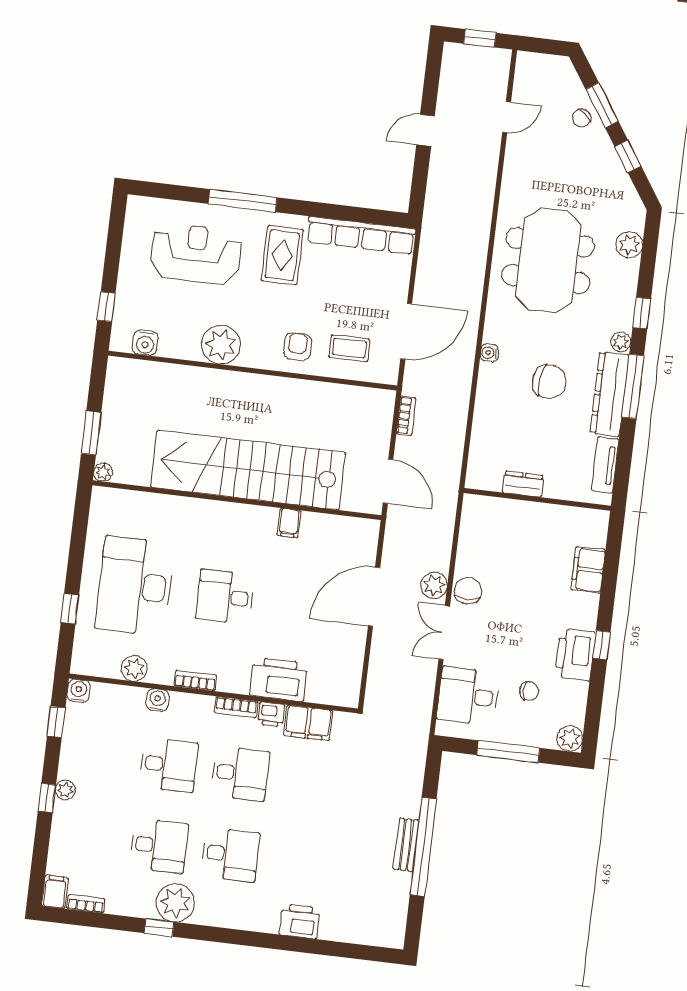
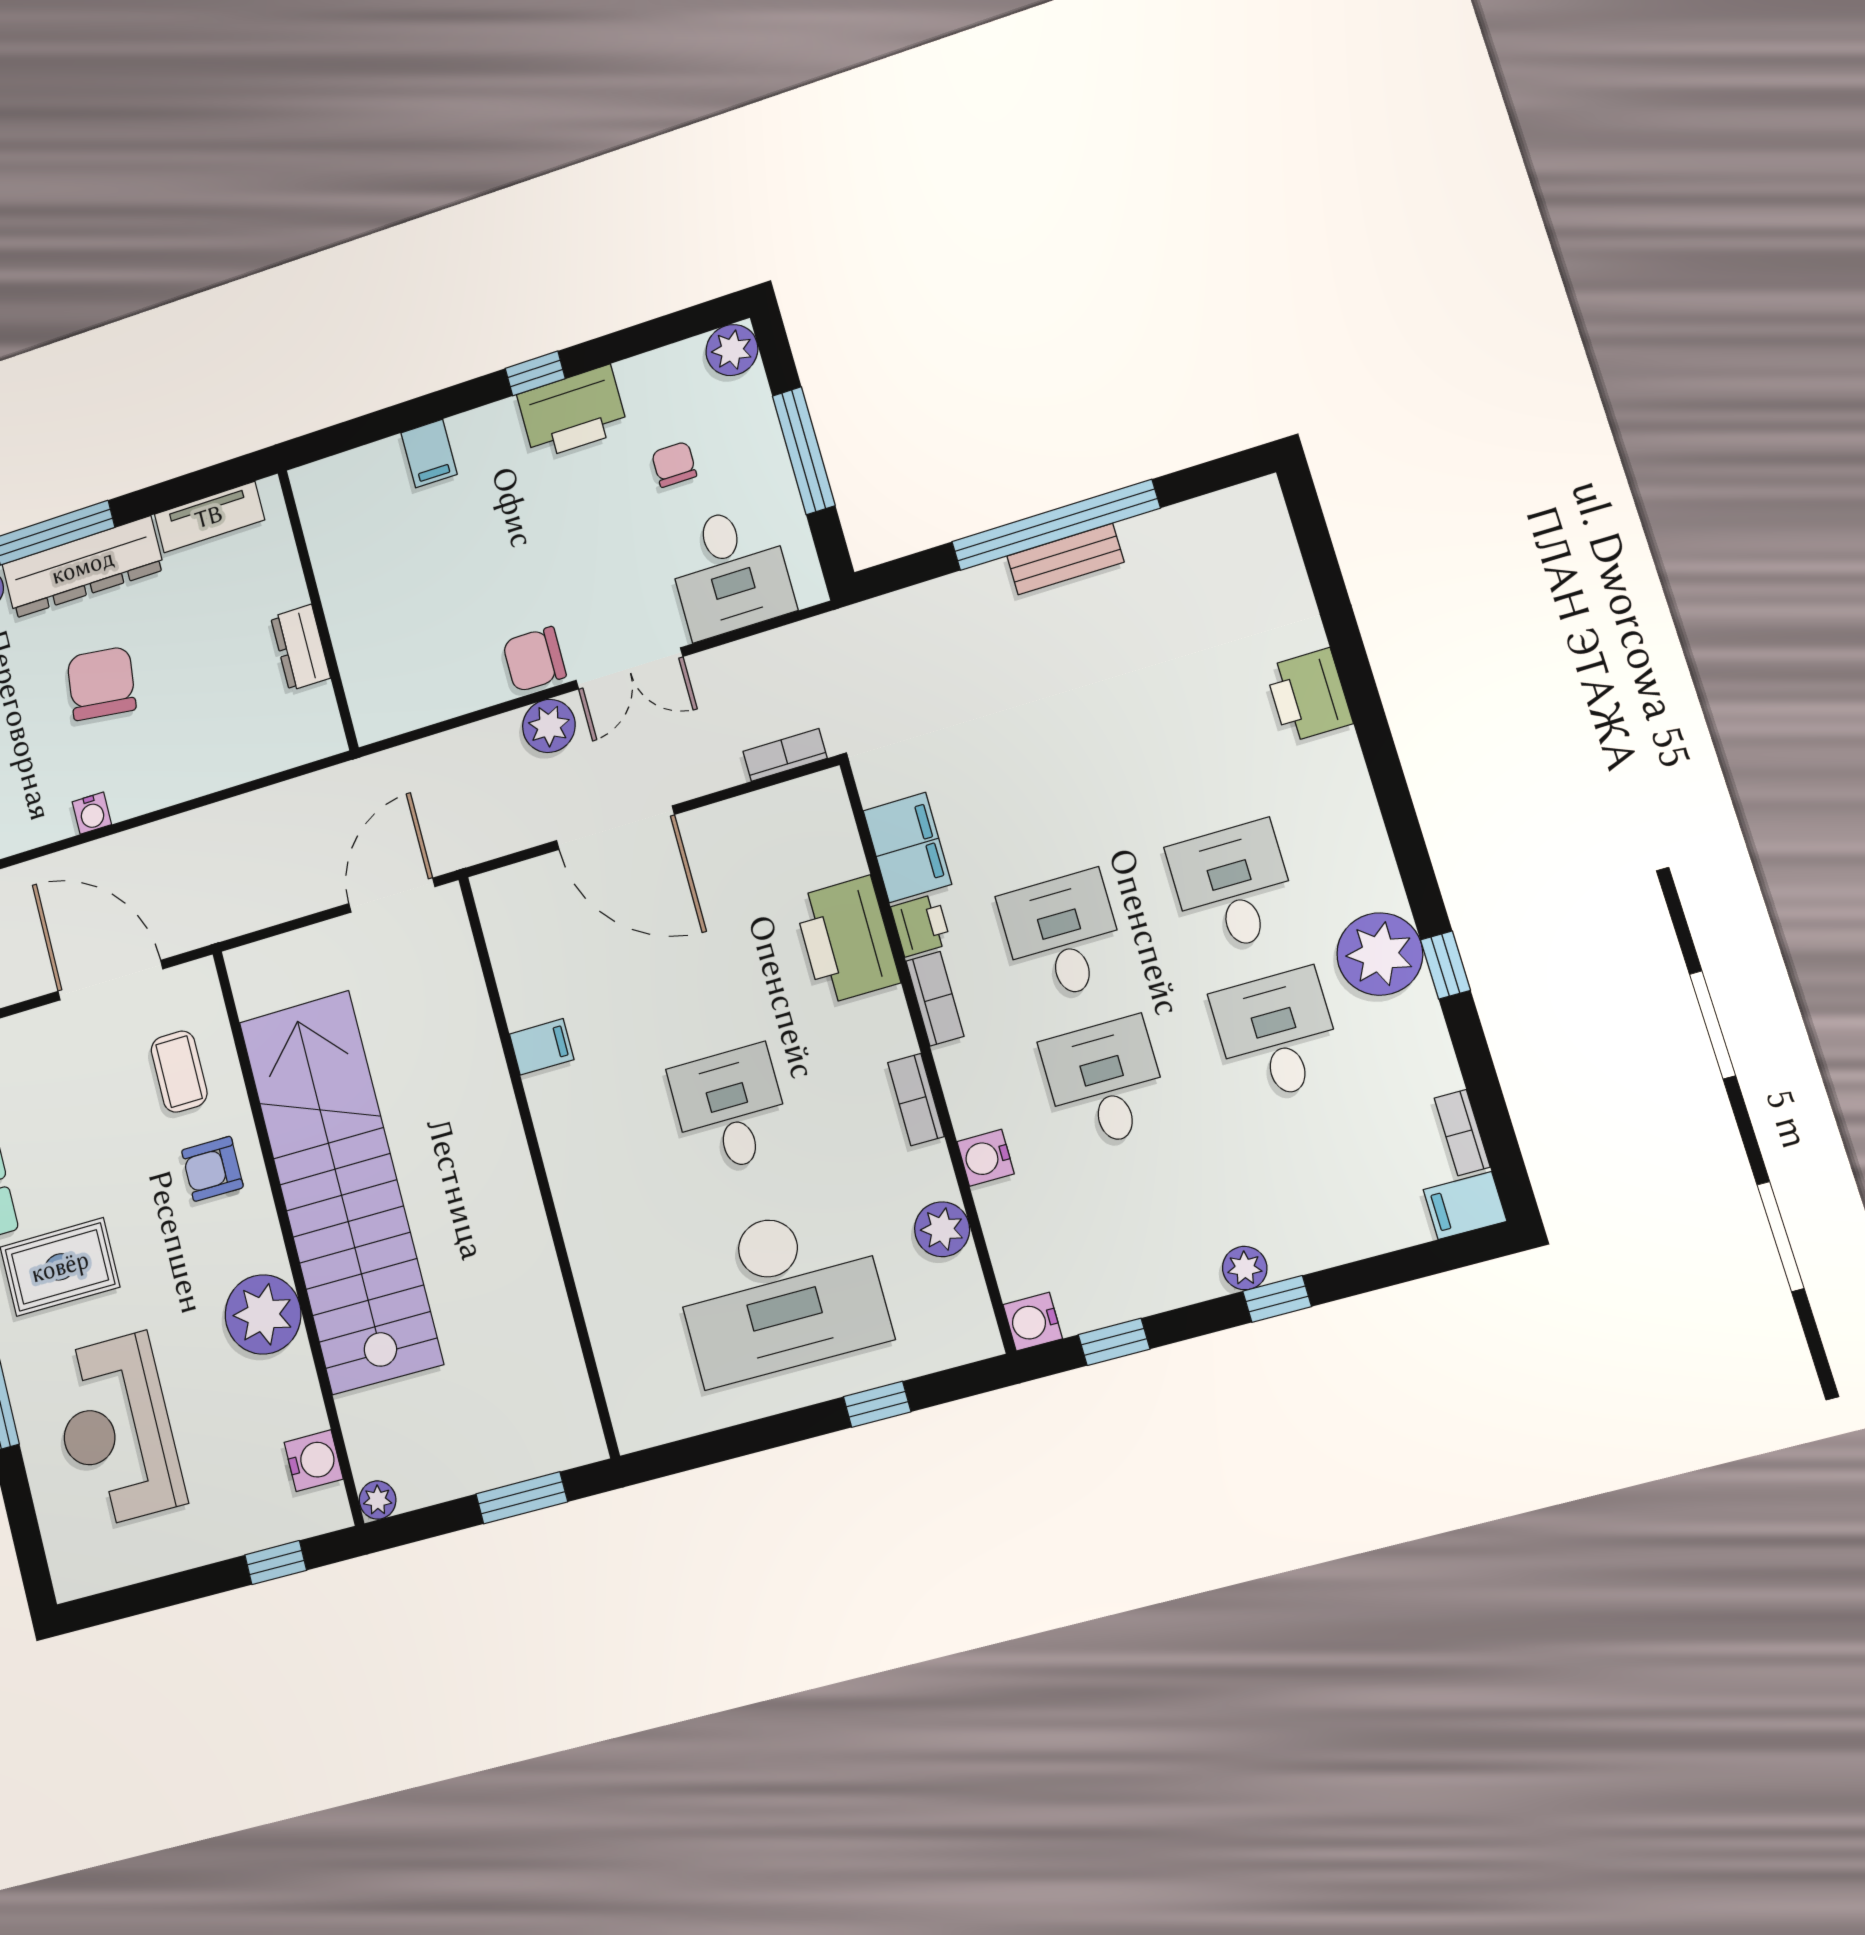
bookcase: (406, 416) -> (785, 755), moved
stairs: (248, 470) -> (341, 1192), moved, turned 180
plant: (103, 472) -> (378, 1500), moved
filing cabinet: (588, 570) -> (429, 454), width x0.50
desk: (225, 597) -> (730, 1109), turned 180

